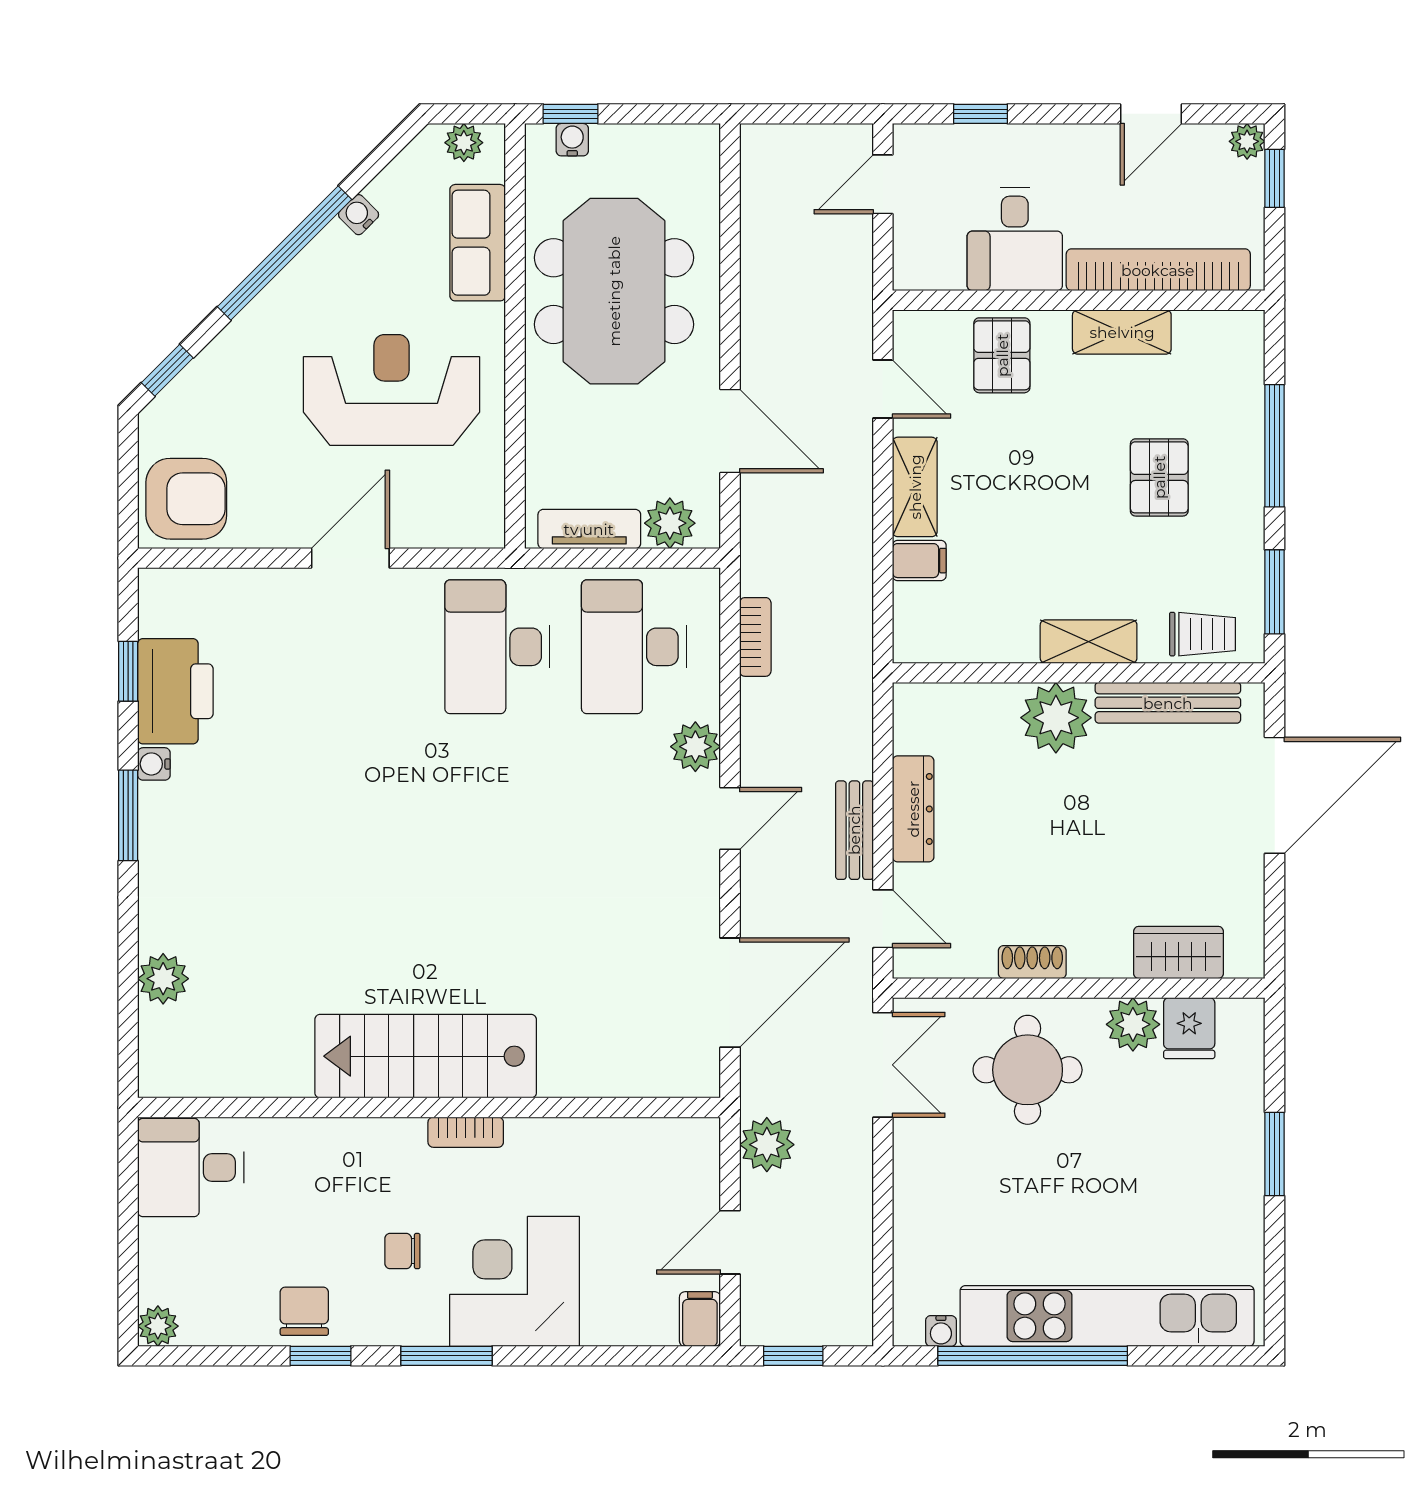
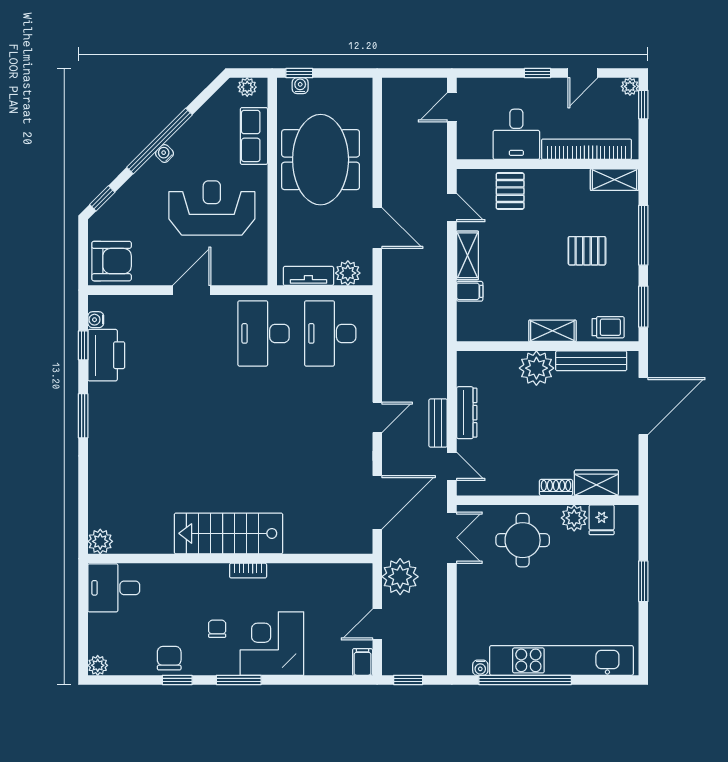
window: (980, 114) -> (538, 73), moved
water cooler: (359, 215) -> (165, 153), moved
shelving: (1122, 332) -> (615, 180), moved
pallet: (1159, 477) -> (587, 251), turned 90
bookcase: (755, 637) -> (390, 329), removed
plant: (695, 747) -> (360, 382), removed
water cooler: (154, 764) -> (96, 320), moved
shoe rack: (1032, 962) -> (556, 487), moved
plant: (163, 979) -> (100, 541), moved
plant: (767, 1145) -> (400, 577), width x1.36, depth x1.36
chair: (402, 1251) -> (217, 629), turned 90

